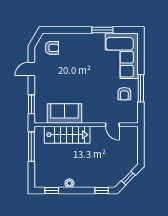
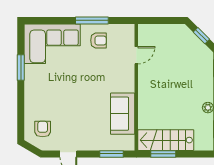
stairs: (67, 135) -> (166, 140), moved, turned -90
window: (31, 147) -> (163, 154), width x0.69

